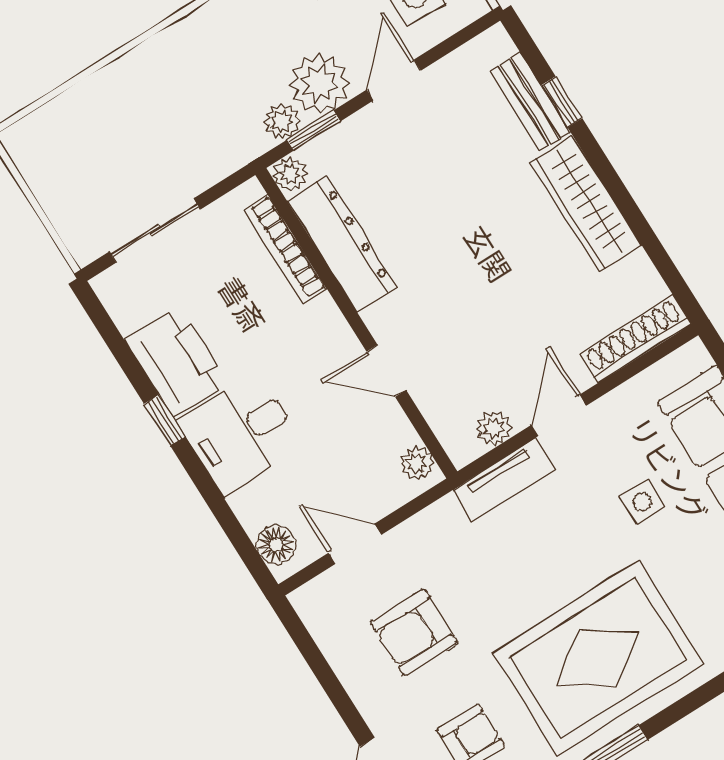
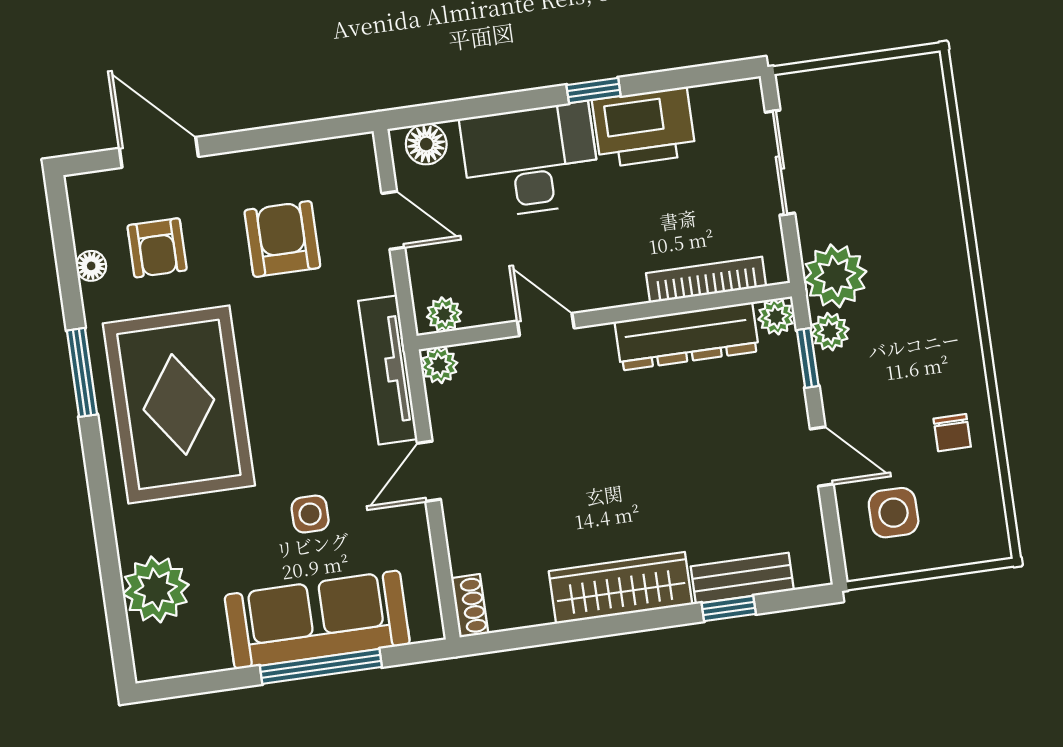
plant: (319, 83) -> (835, 276), moved
shoe rack: (635, 339) -> (470, 606), width x0.51, depth x0.81
door: (386, 371) -> (546, 325), hinge flipped
door: (559, 415) -> (429, 471), swing flipped
plant: (494, 428) -> (439, 365), moved
desk: (241, 433) -> (531, 160), width x1.37
tv unit: (504, 480) -> (388, 370), width x1.41
door: (355, 544) -> (393, 220), hinge flipped

